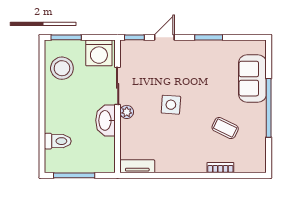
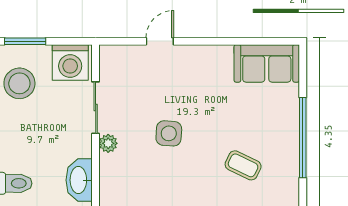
window: (134, 37) -> (119, 41), removed
window: (209, 37) -> (221, 41), removed
sofa: (252, 79) -> (267, 63), moved, turned -90
washbasin: (105, 120) -> (79, 180), moved

